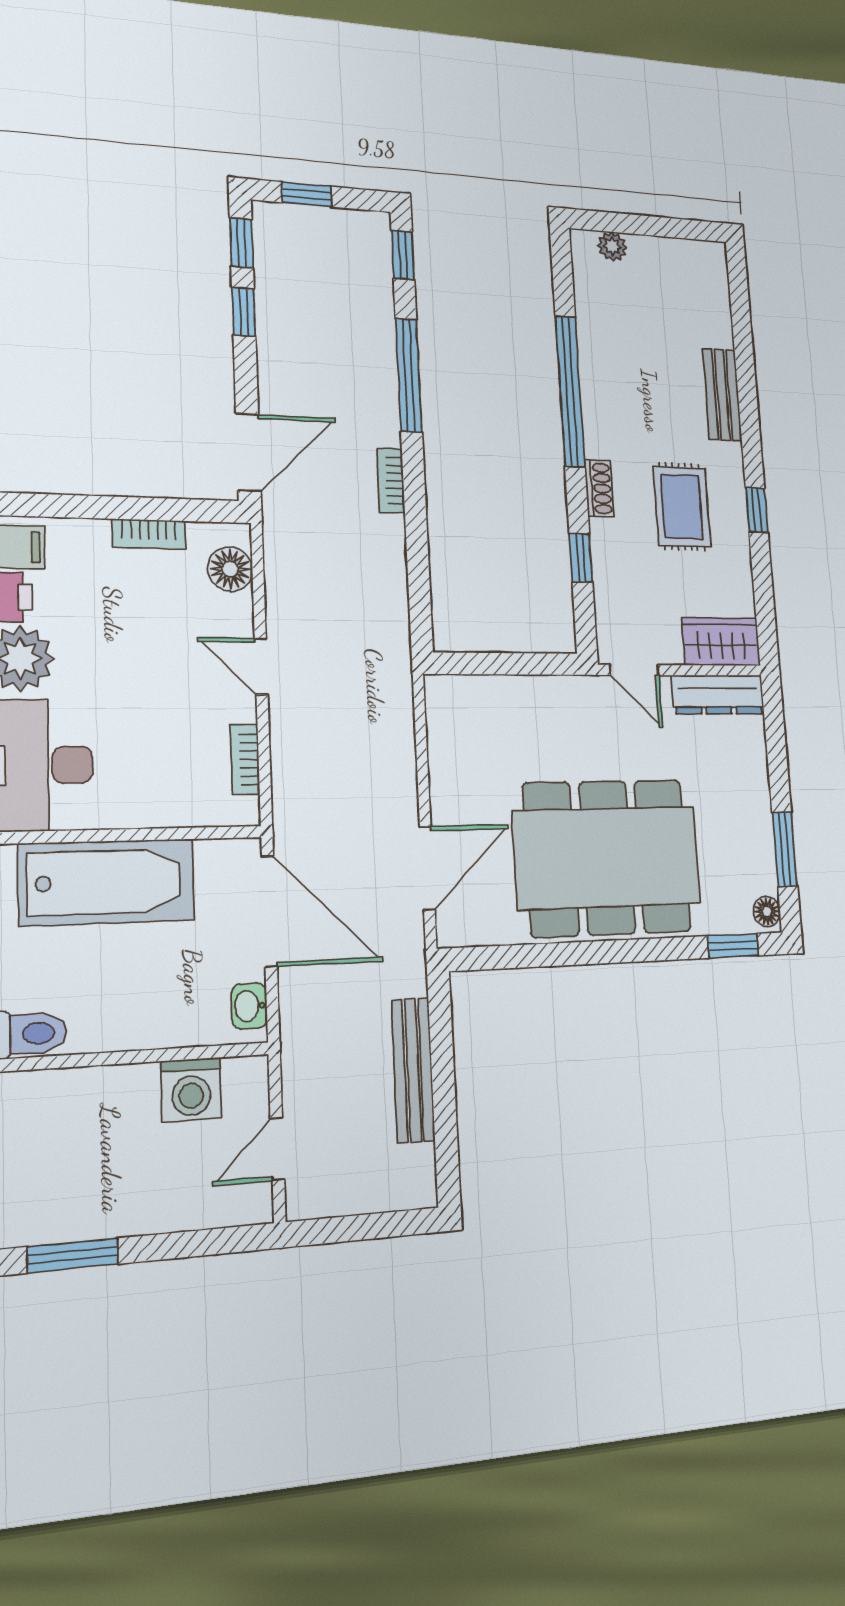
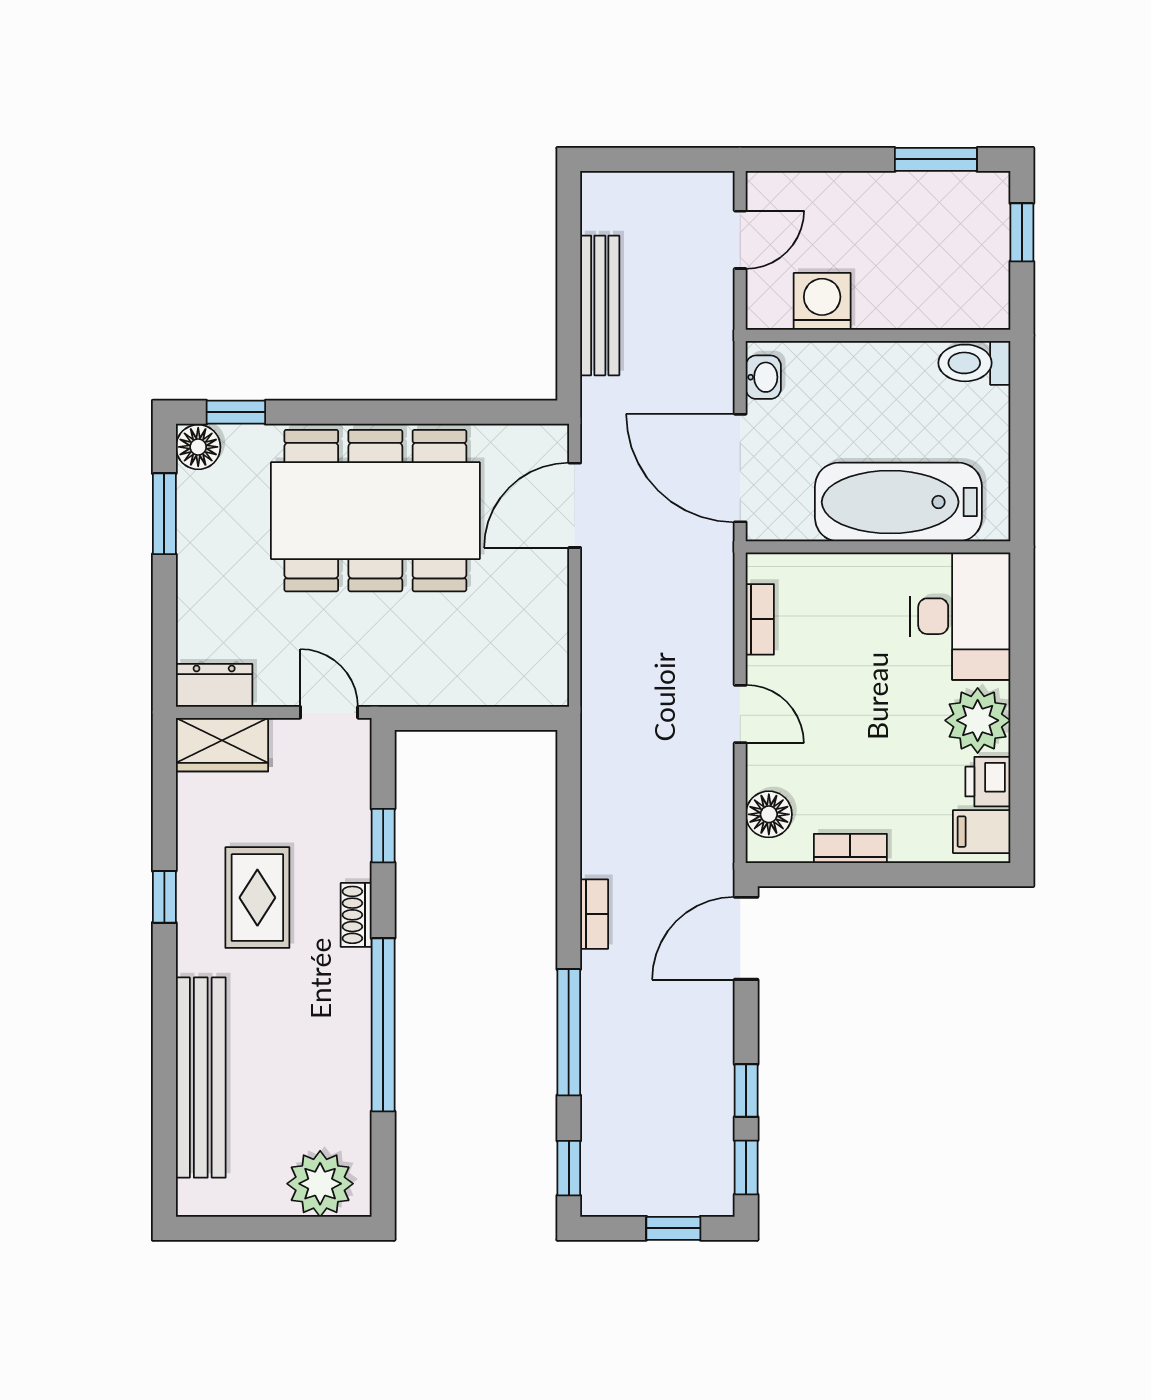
plant: (612, 246) -> (320, 1184), width x1.88, depth x1.88
bench: (722, 395) -> (201, 1078), width x1.86, depth x1.21
dresser: (718, 695) -> (214, 685), width x0.70
floor lamp: (767, 912) -> (198, 447), width x1.37, depth x1.37

